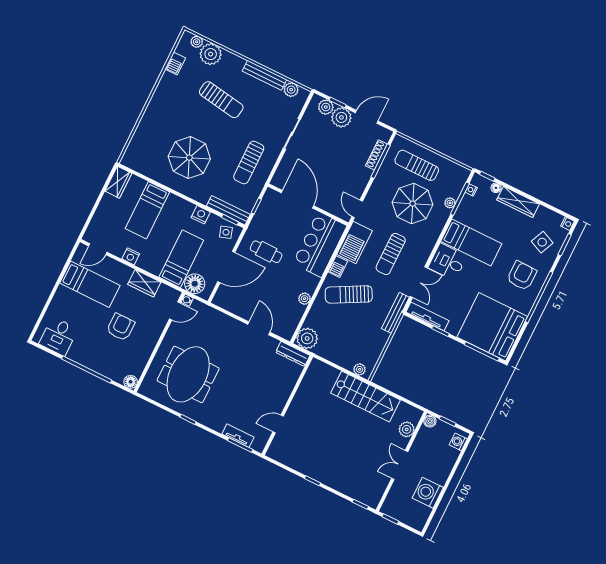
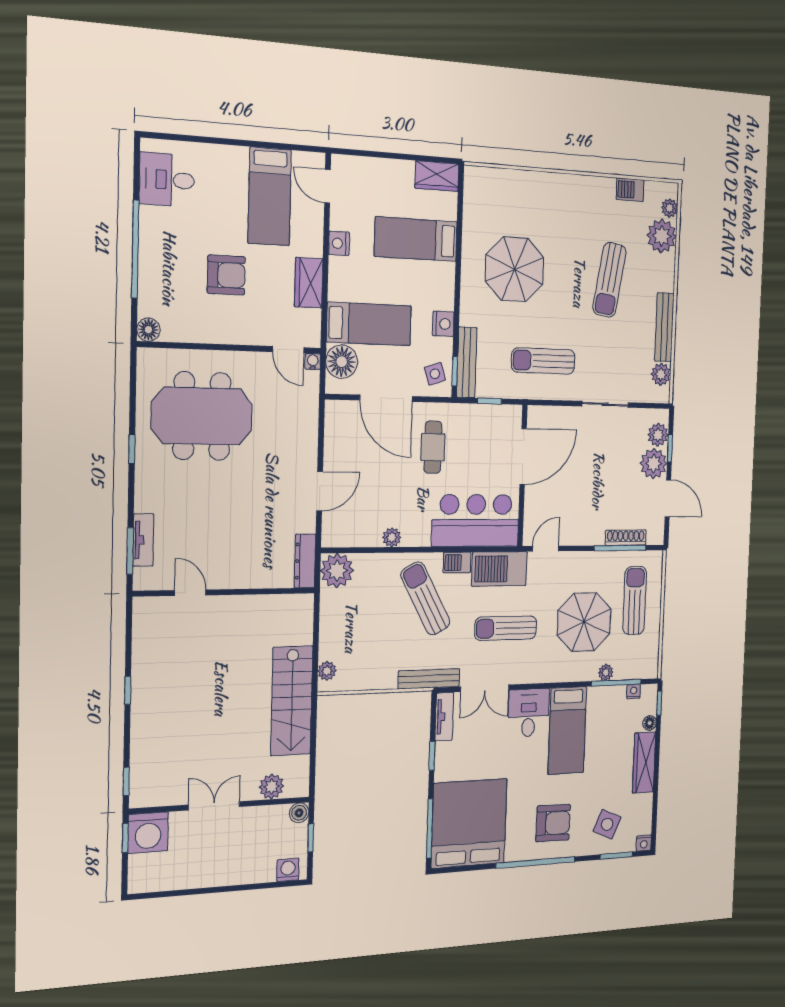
tv unit: (427, 316) -> (444, 717), width x0.71
washing machine: (428, 493) -> (148, 833), moved, turned 180

